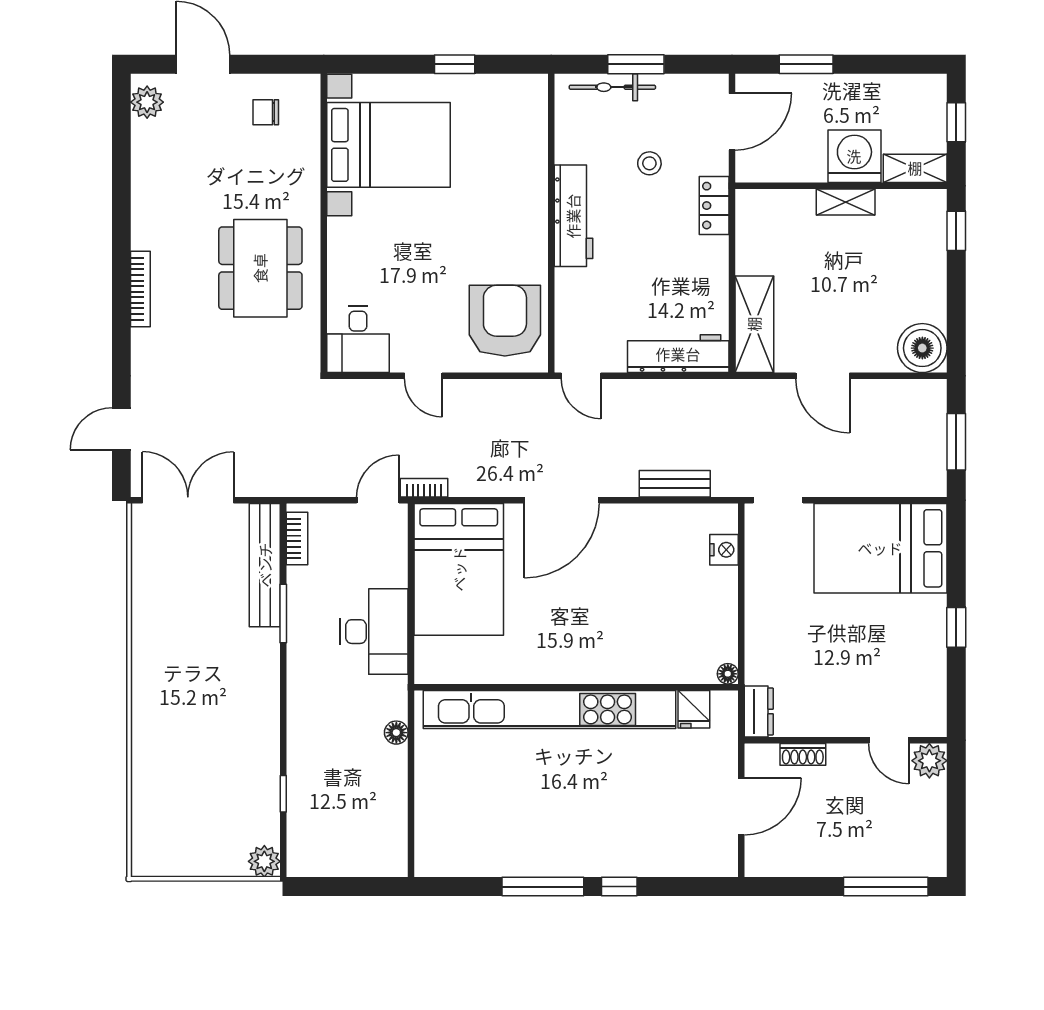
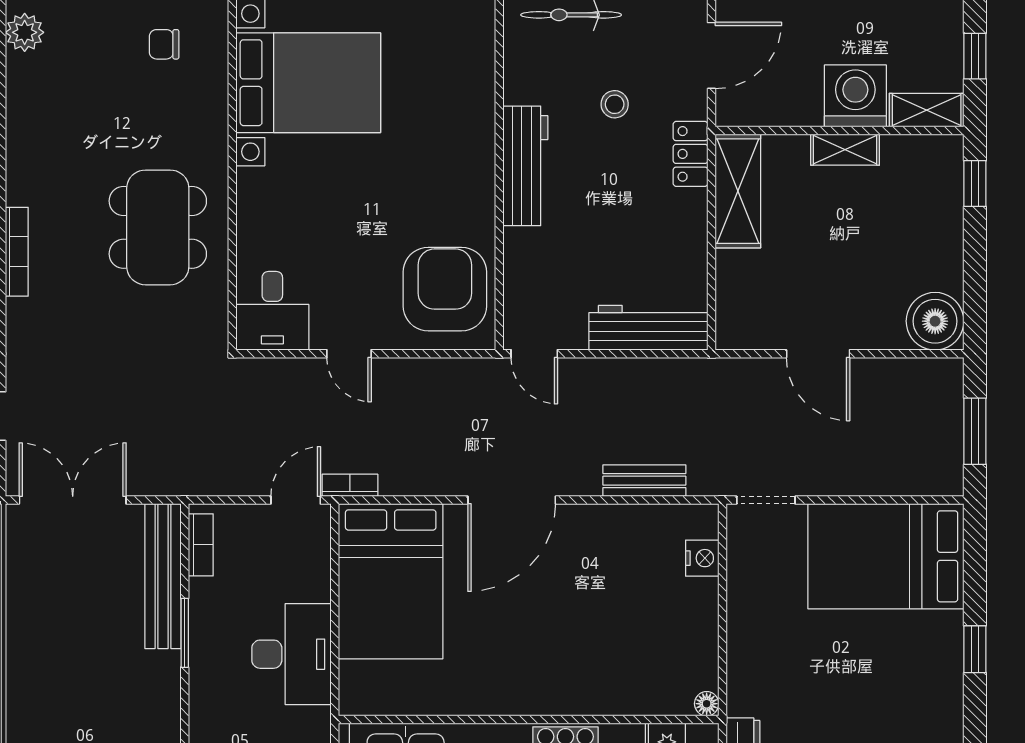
shelving: (754, 324) -> (738, 191), moved

